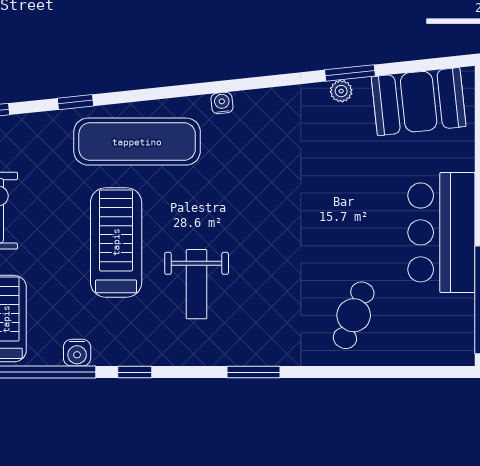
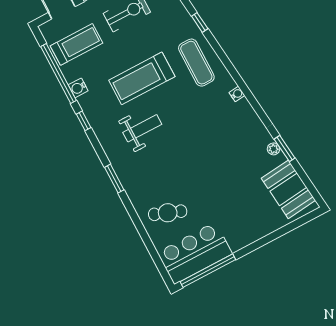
exercise mat: (137, 142) -> (196, 63), width x0.73, depth x0.69
bar counter: (441, 232) -> (195, 253), moved
treadmill: (116, 242) -> (142, 78), turned 180
weight bench: (197, 284) -> (142, 128), turned 180

